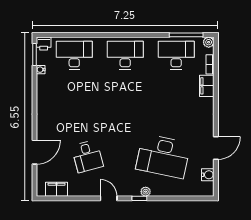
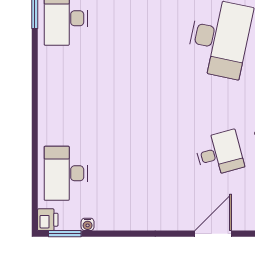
desk: (125, 55) -> (66, 96), removed
door: (35, 152) -> (213, 234), hinge flipped

